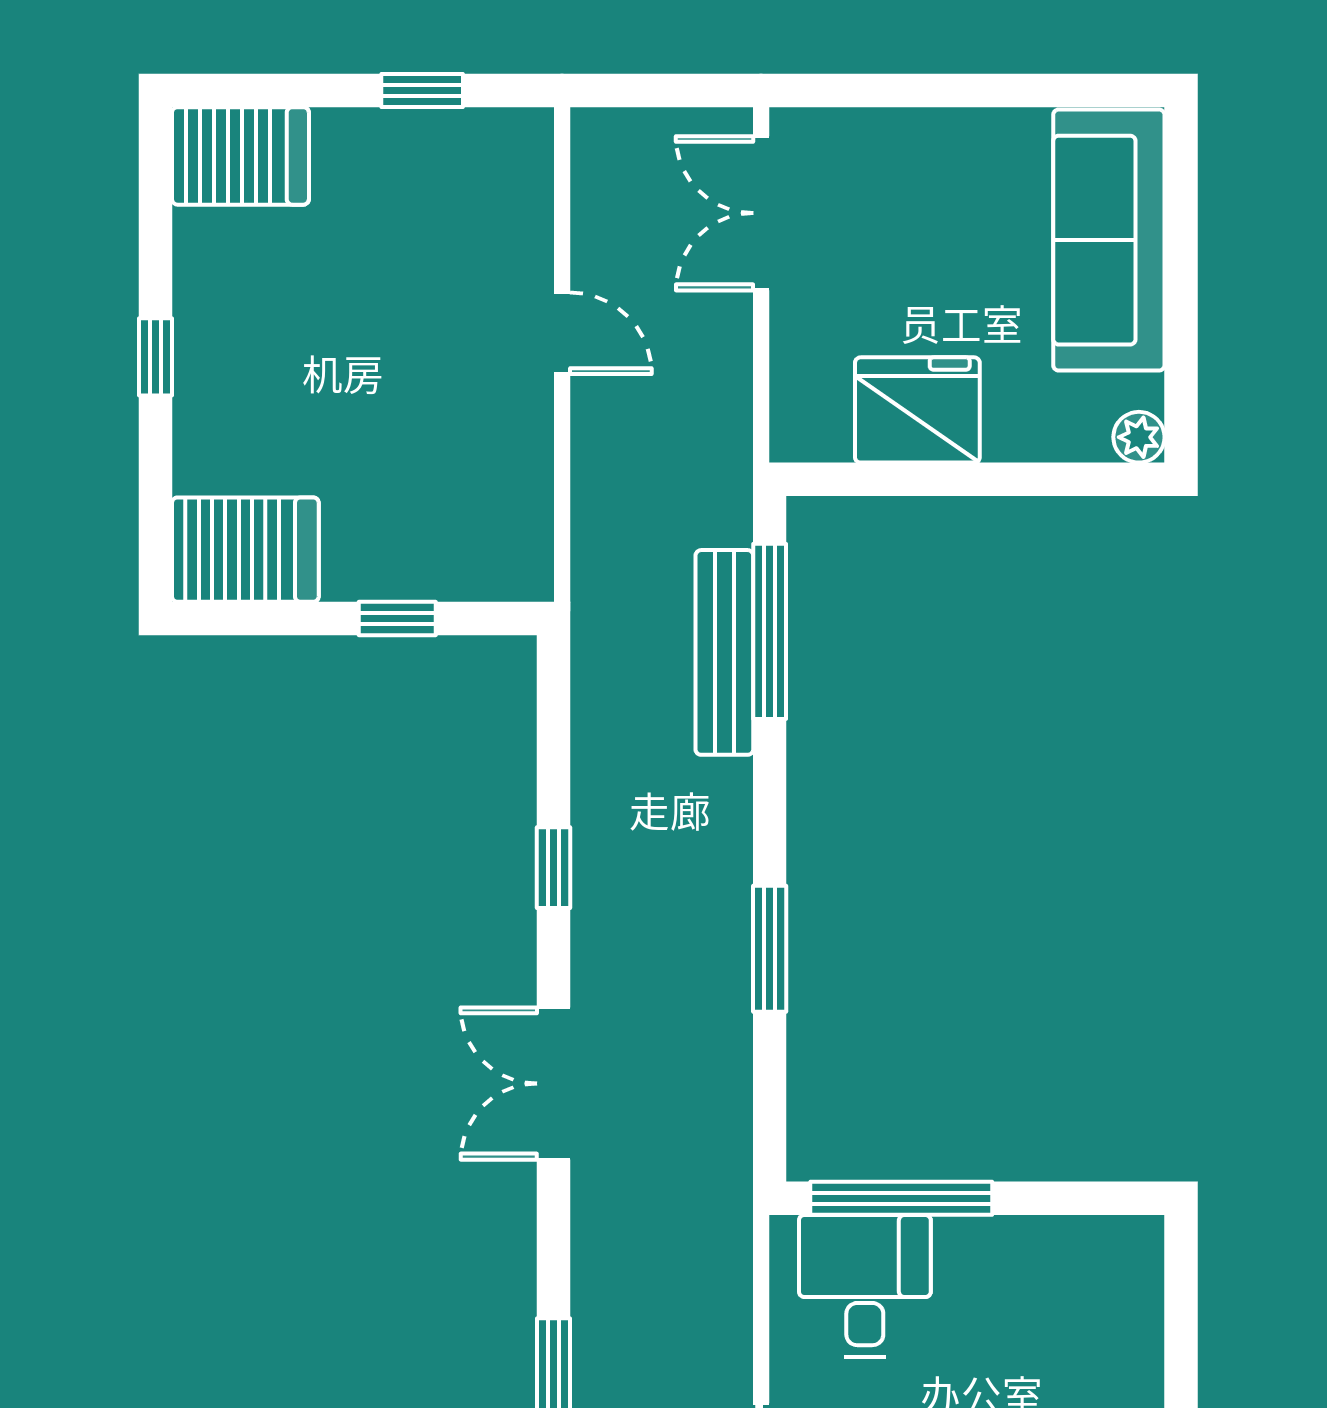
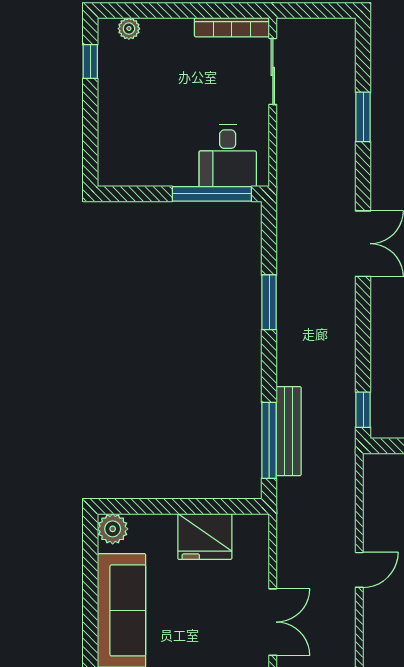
door: (562, 333) -> (359, 570), swing flipped
plant: (1139, 437) -> (113, 529), width x1.38, depth x1.38
window: (553, 868) -> (363, 410), moved

